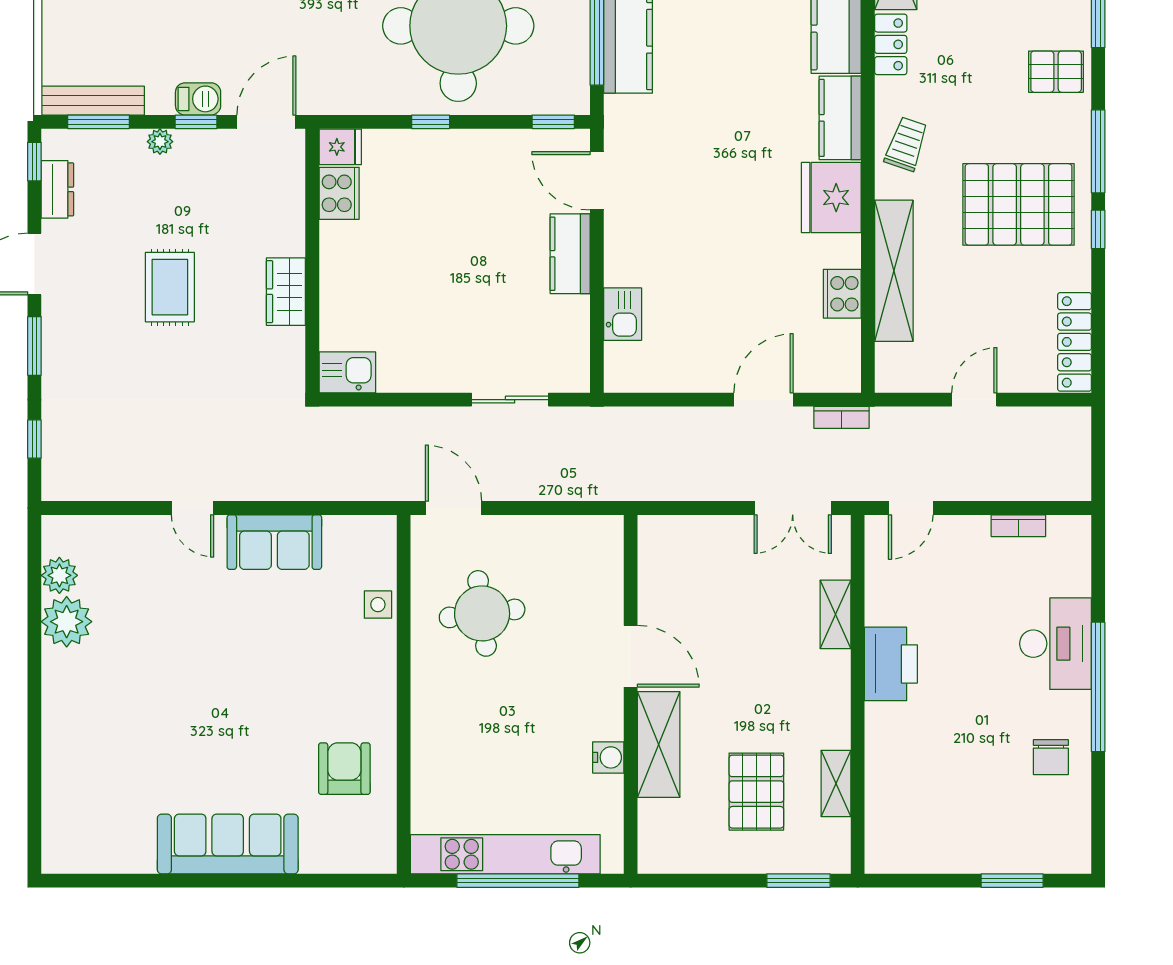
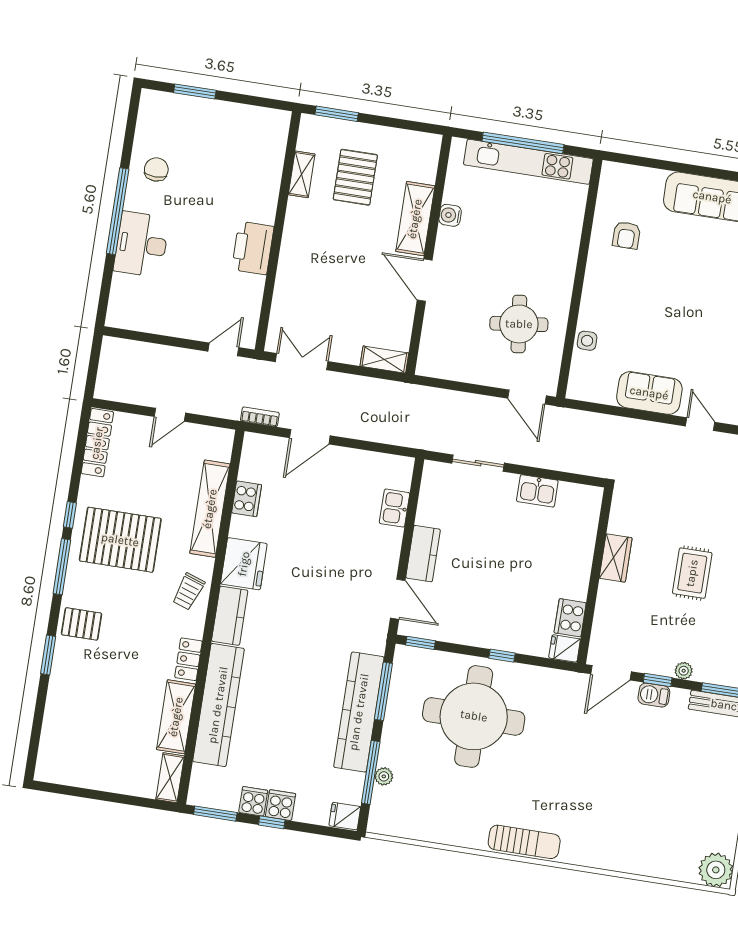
kitchen sink: (347, 372) -> (537, 491), moved
bookcase: (1018, 526) -> (154, 327), removed
shelving: (835, 614) -> (384, 360), moved, turned 90
armchair: (344, 769) -> (626, 235), width x0.72, depth x0.72

